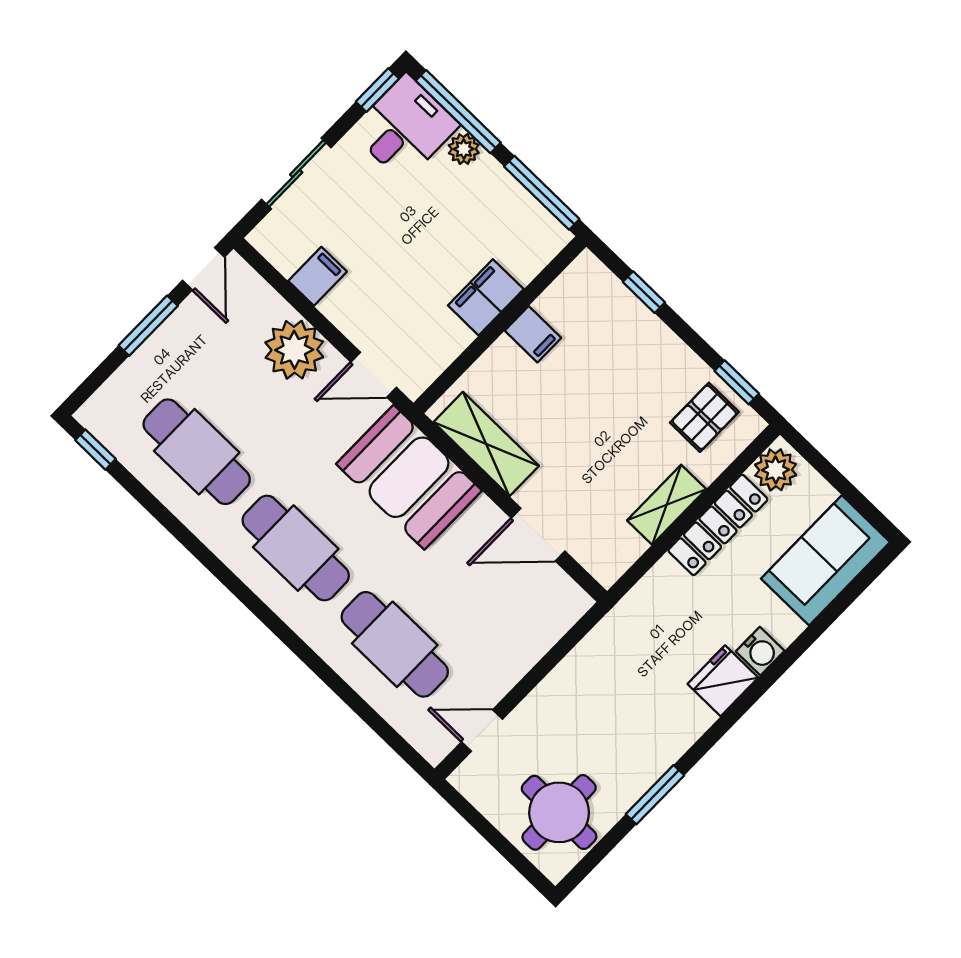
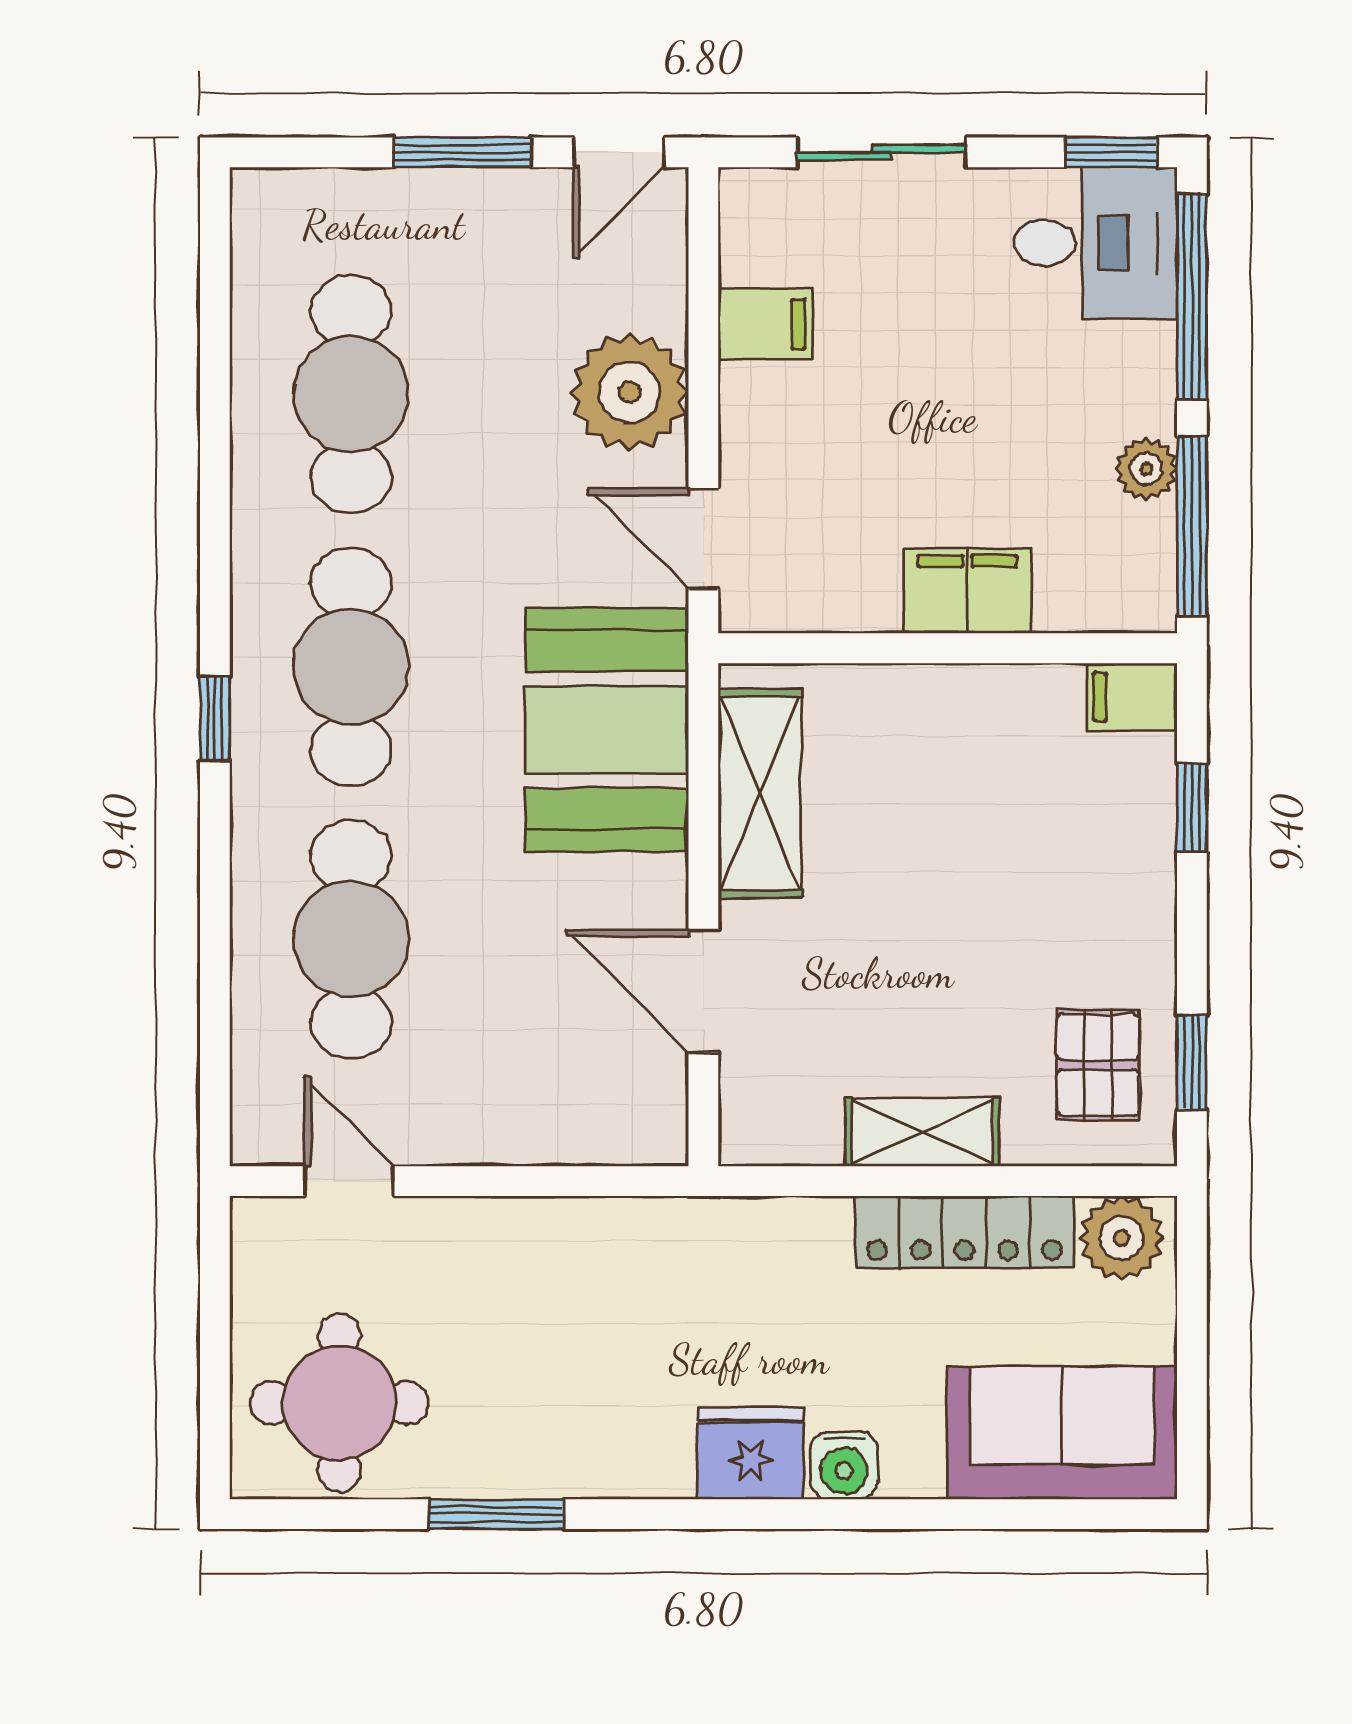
plant: (464, 149) -> (1146, 469), moved
filing cabinet: (533, 334) -> (1132, 697), moved, turned 90
pallet: (704, 417) -> (1098, 1065), turned 90
window: (95, 450) -> (215, 718), moved

